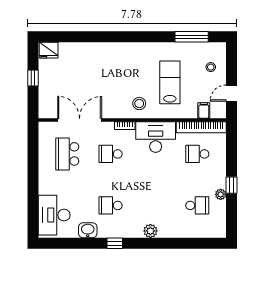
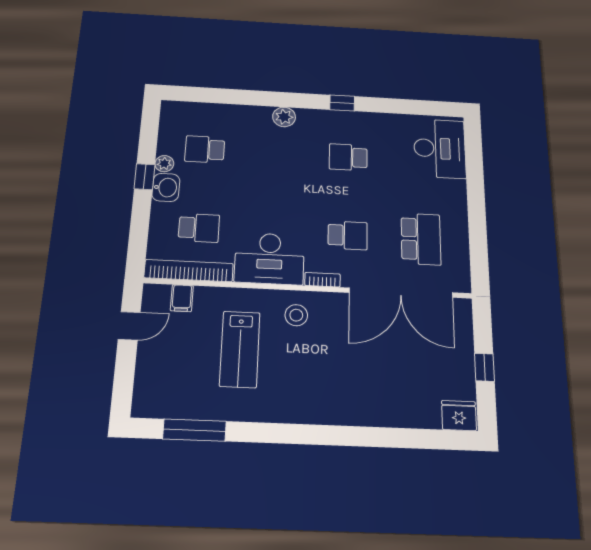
stool: (211, 67) -> (163, 373), removed
double door: (80, 120) -> (401, 293), width x1.36
school desk: (111, 205) -> (348, 157), turned 180
washbasin: (88, 230) -> (166, 187), moved, turned -90

